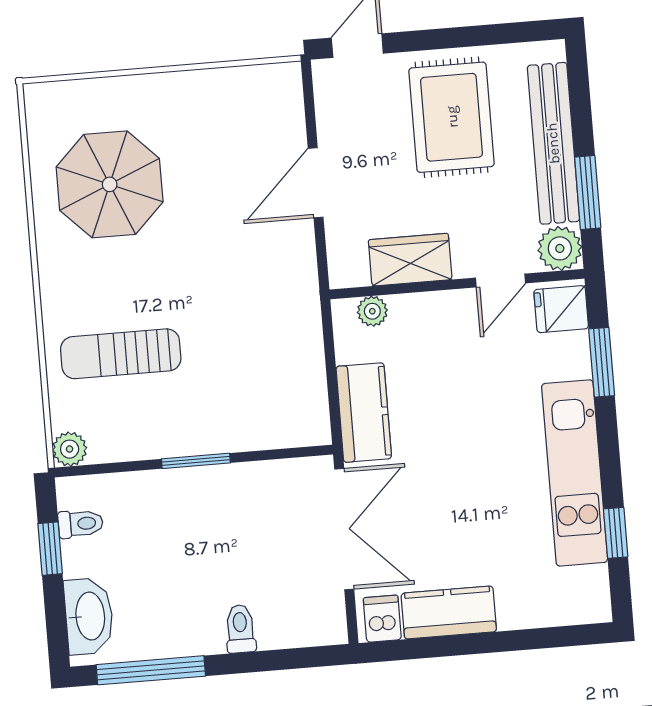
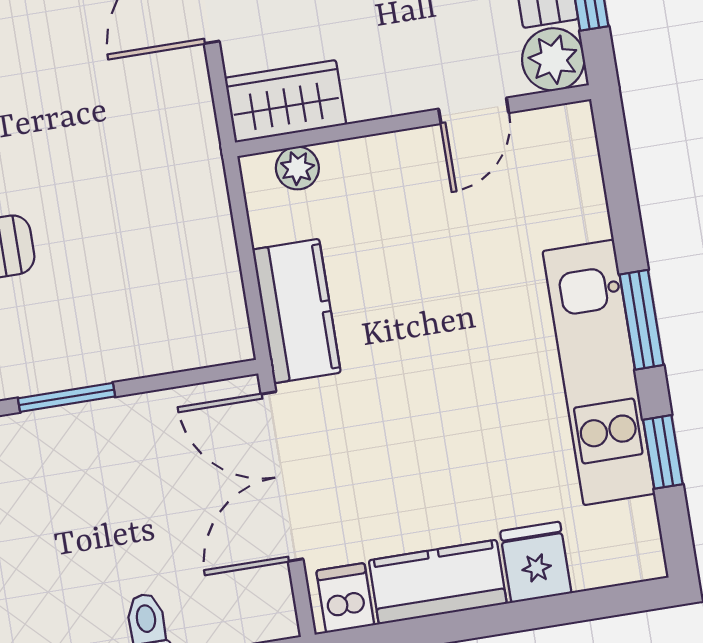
wardrobe: (410, 260) -> (285, 101), moved
fridge: (561, 309) -> (536, 562), moved, turned 90
window: (602, 362) -> (642, 320), moved
double door: (344, 529) -> (282, 477), swing flipped

